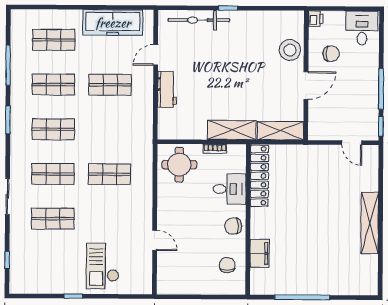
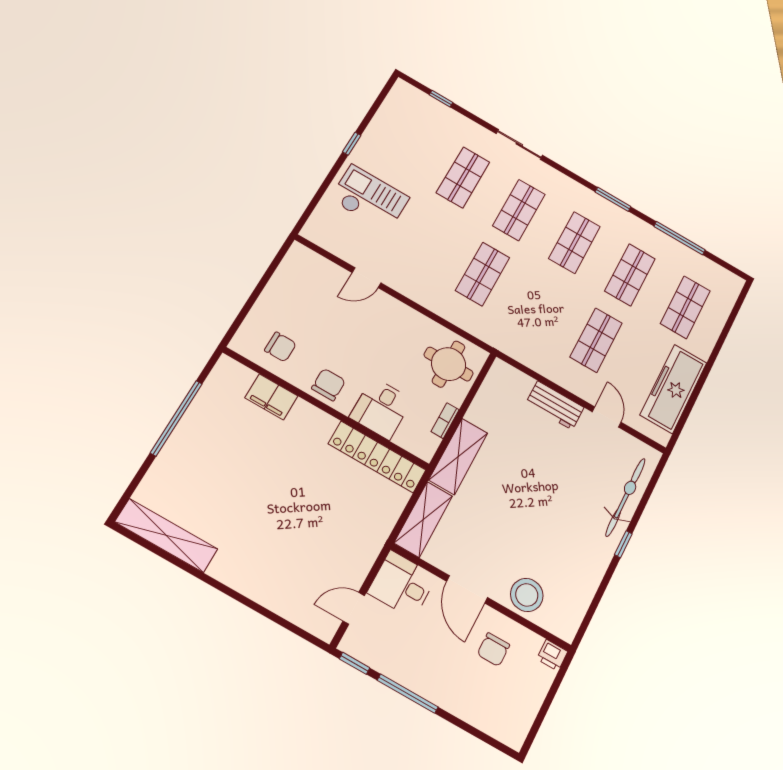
desk: (362, 28) -> (402, 584), moved, turned 180
shelving: (370, 223) -> (166, 535), moved

